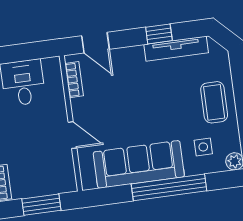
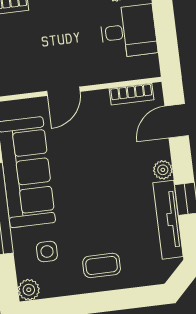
plant: (136, 53) -> (163, 170), added
coffee table: (214, 102) -> (102, 265), width x0.73, depth x0.77

